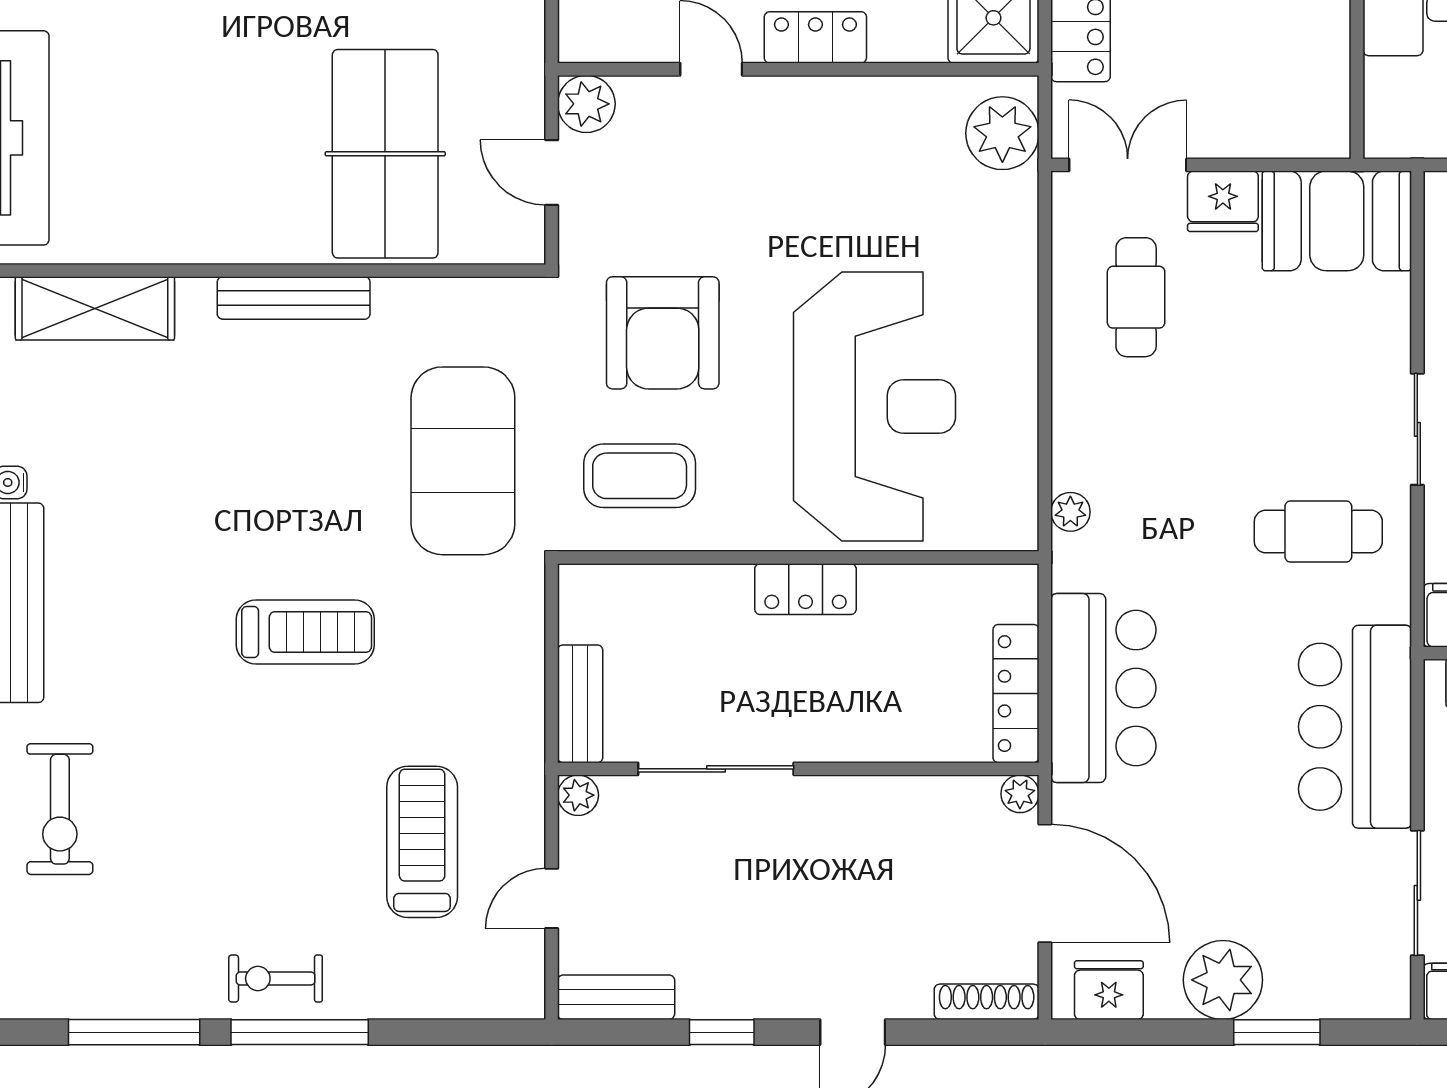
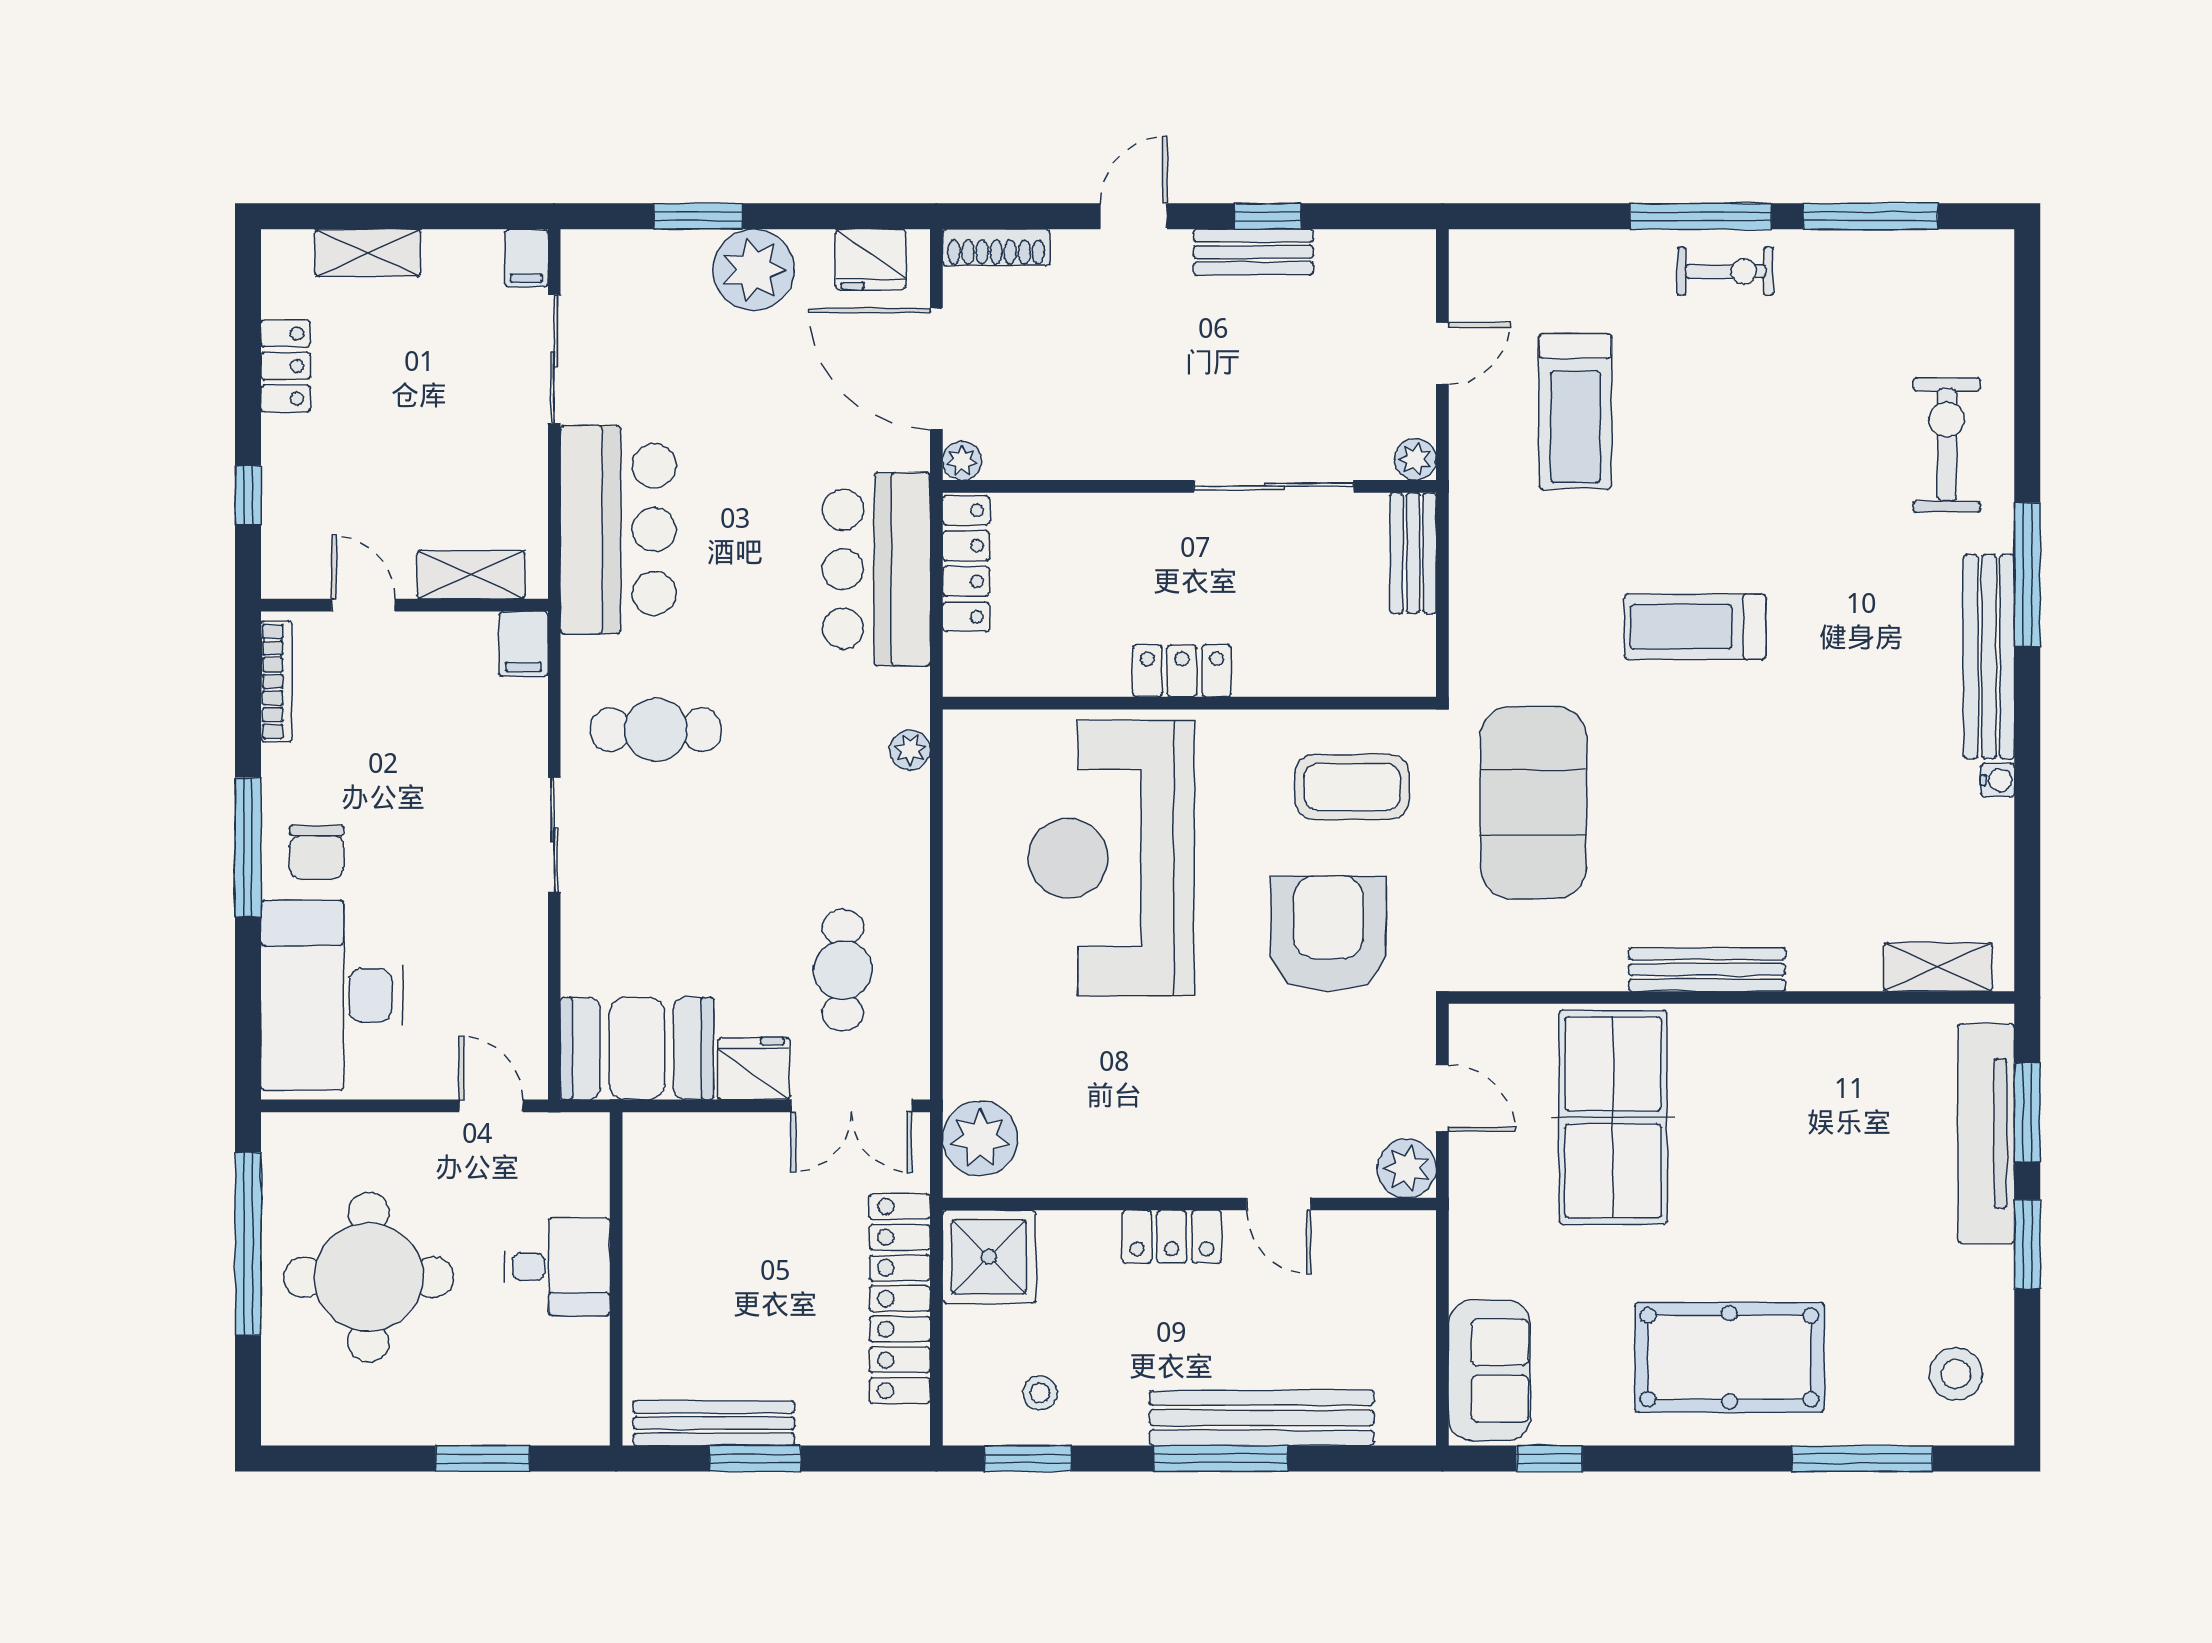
shelving: (95, 308) -> (1938, 967), width x0.67, depth x0.75
bench: (616, 997) -> (1253, 252), moved

